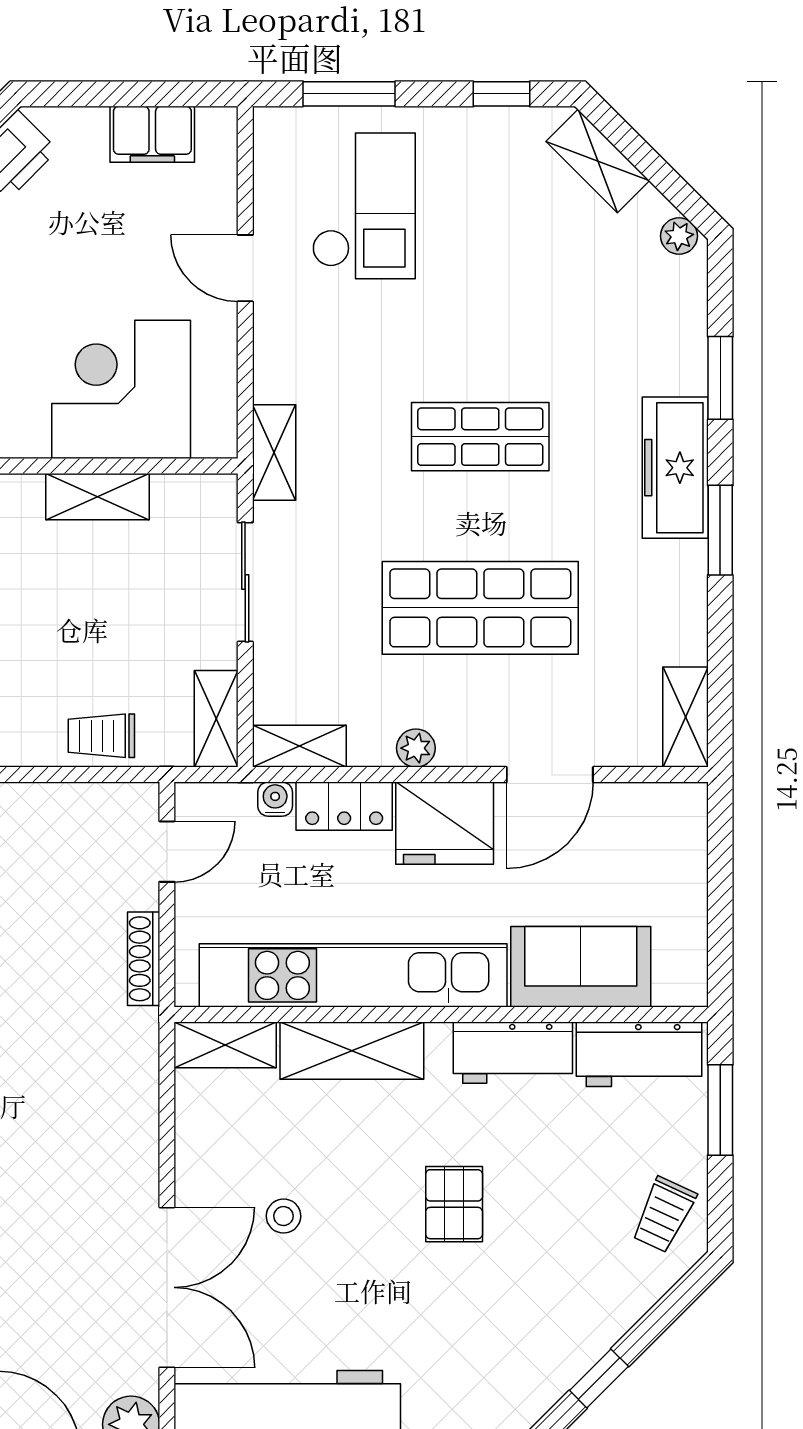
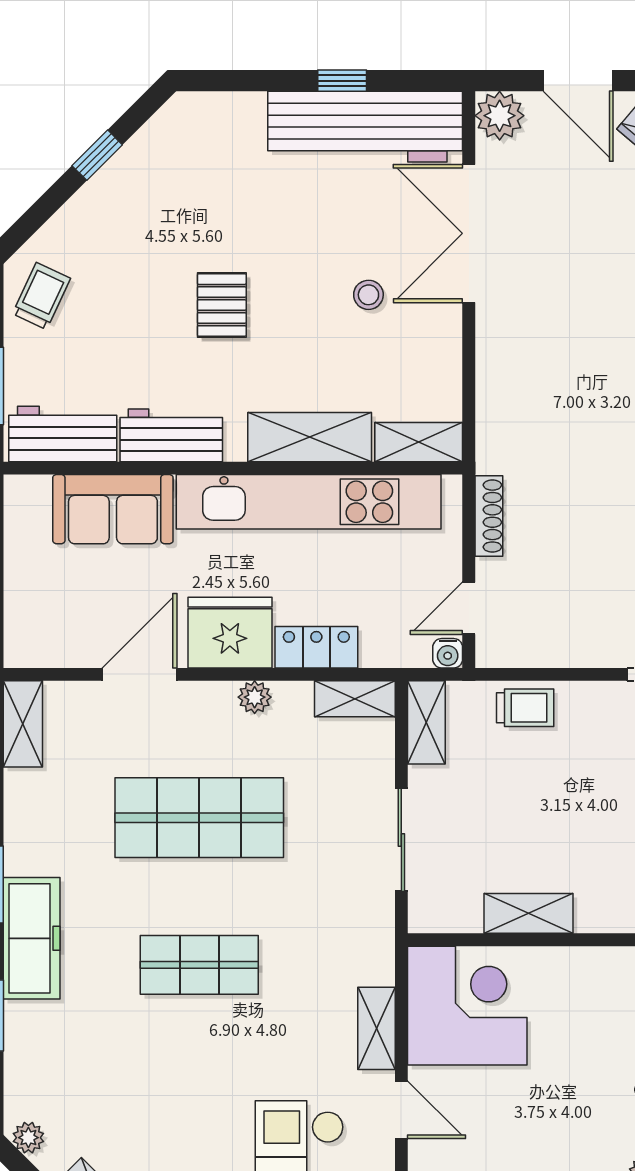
corner desk: (121, 389) -> (467, 1006), moved, turned -90
shelving: (274, 452) -> (377, 1028), moved
water cooler: (275, 799) -> (448, 653), moved

